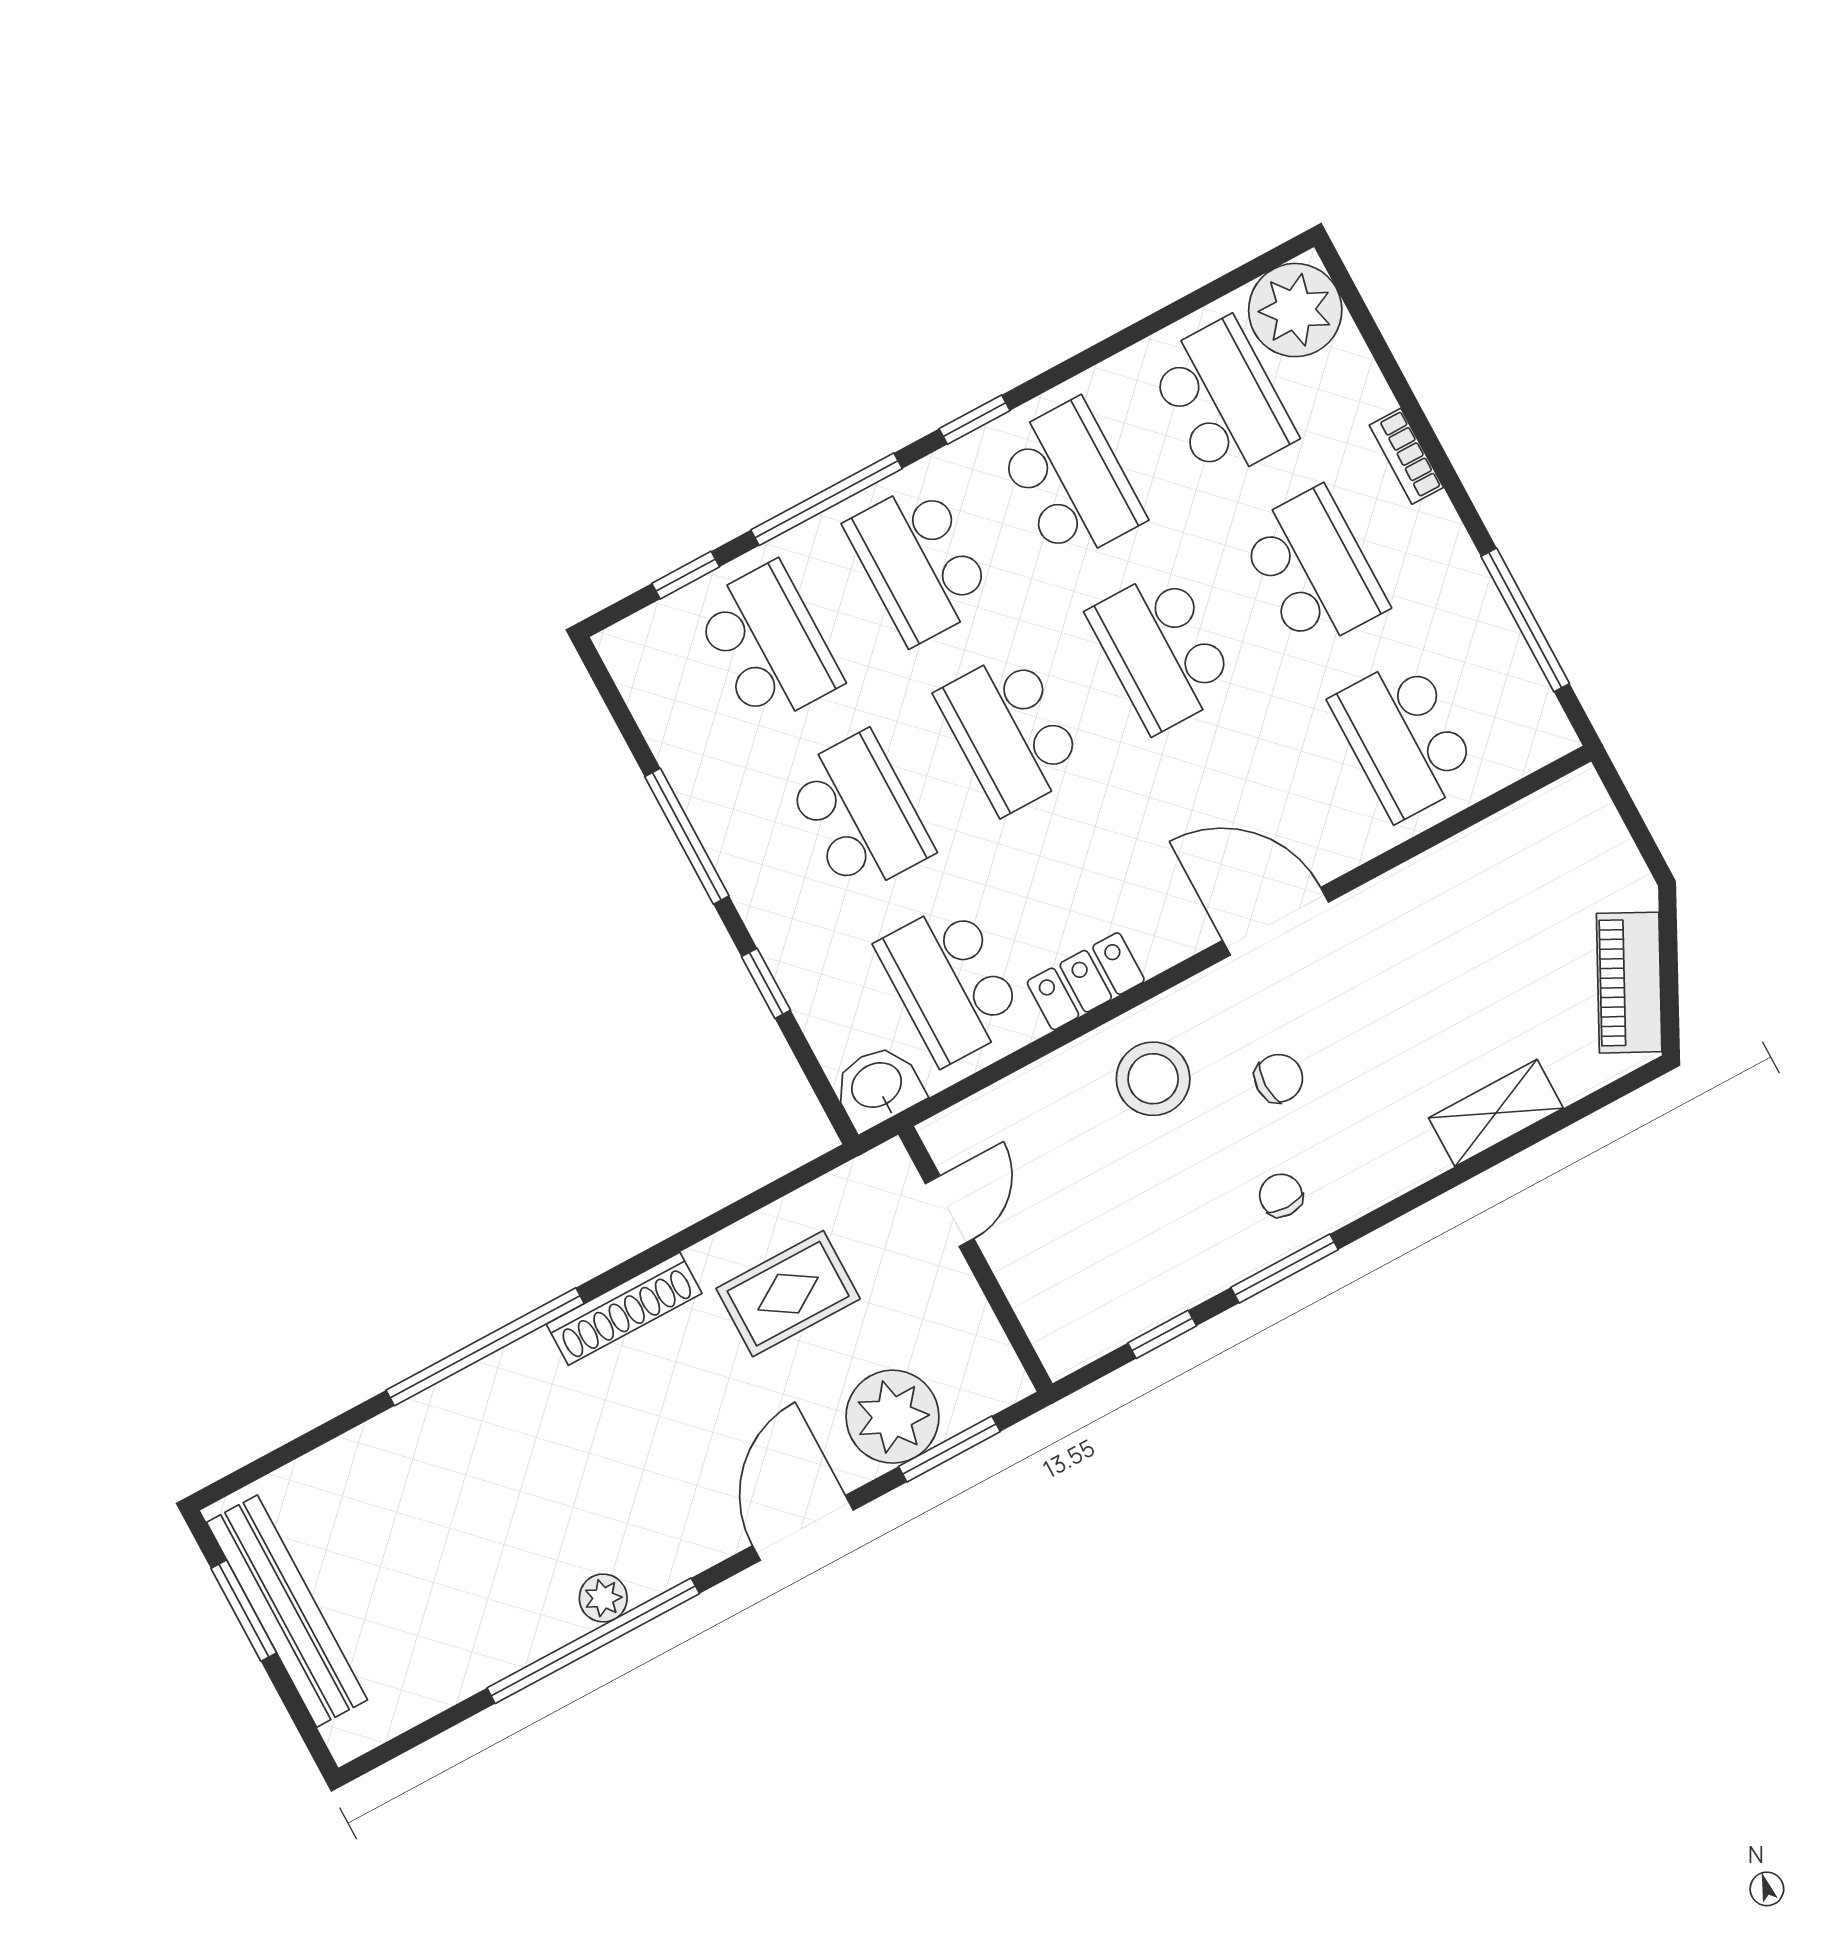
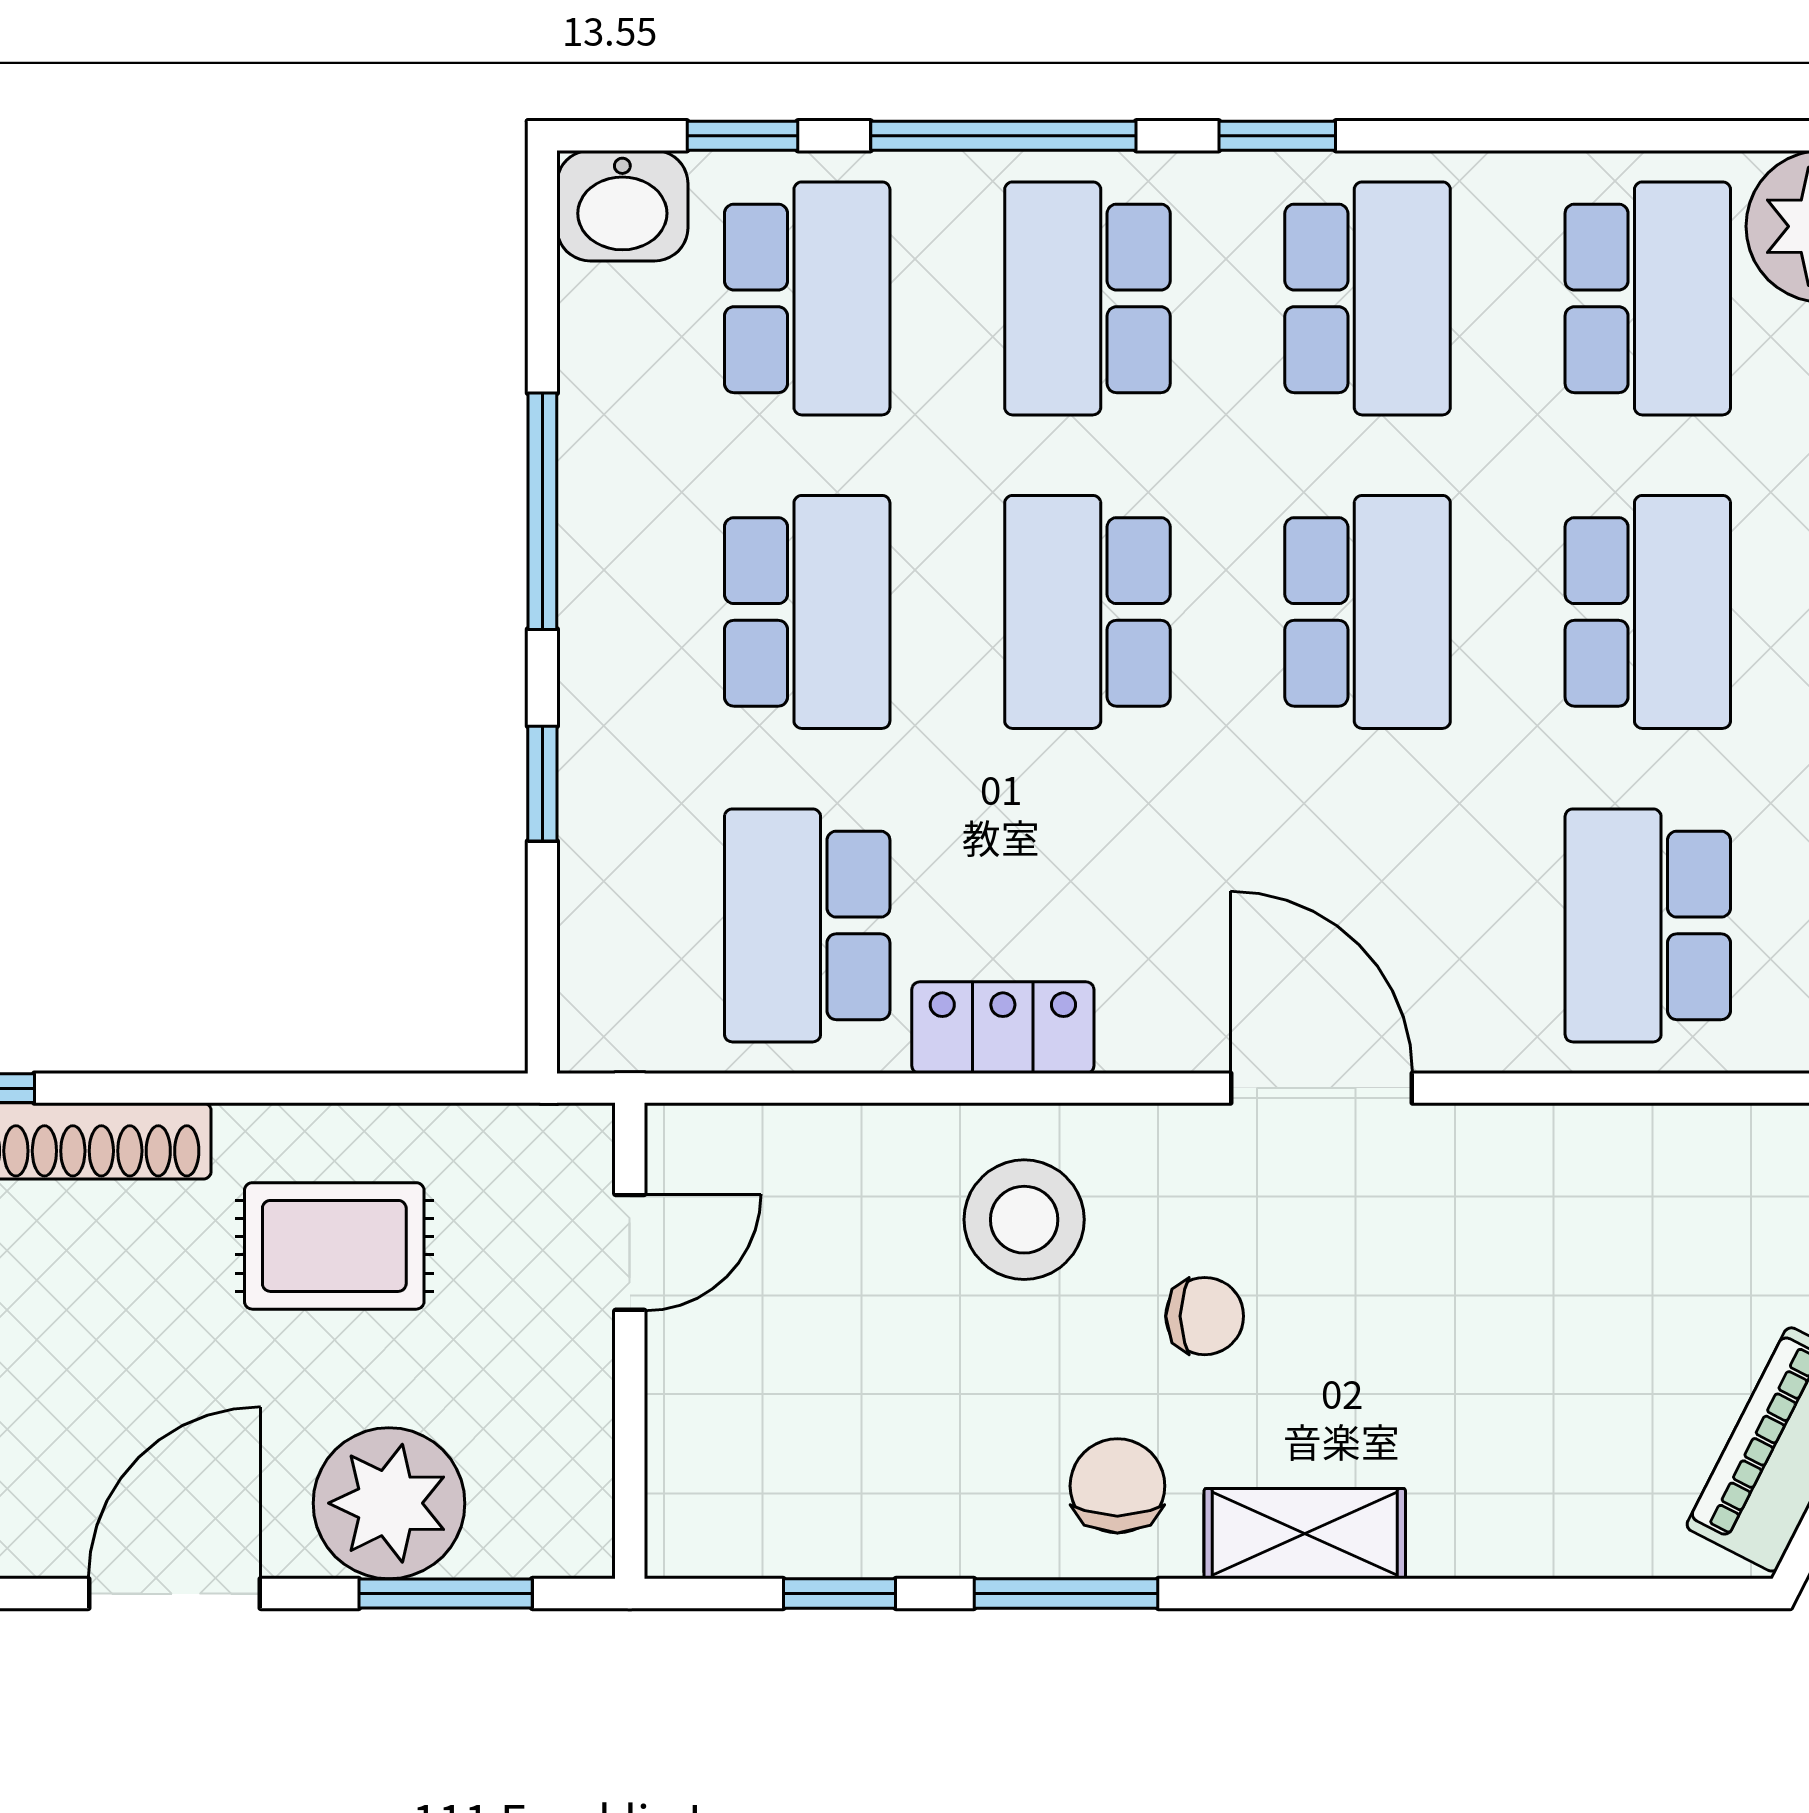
school desk: (1162, 651) -> (1368, 612), turned 180
washbasin: (877, 1087) -> (622, 206), moved, turned 180
shelving: (1496, 1113) -> (1305, 1534), moved
chair: (1281, 1195) -> (1117, 1486), width x1.37, depth x1.37

